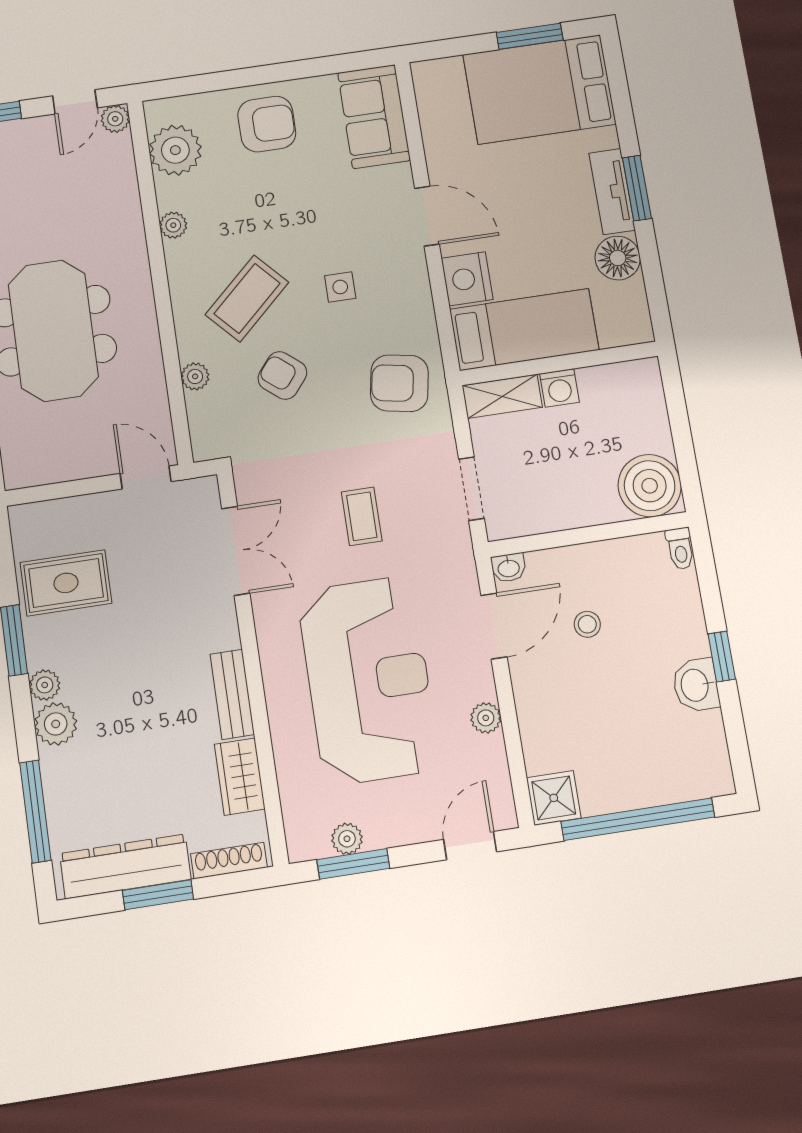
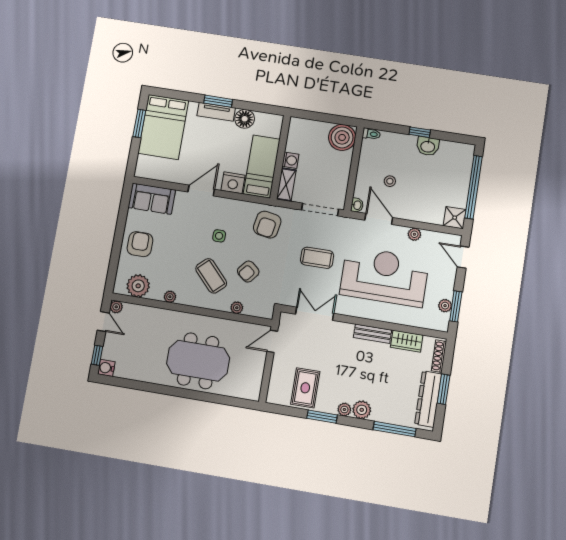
doorway: (471, 489) -> (320, 209), width x1.38
coffee table: (362, 516) -> (317, 258), width x1.36, depth x1.30

